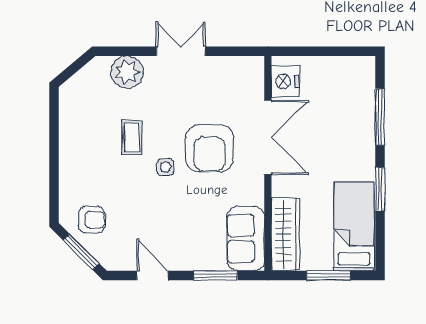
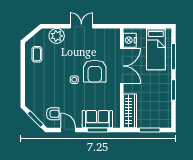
coffee table: (132, 138) -> (37, 54), moved
armchair: (91, 220) -> (53, 114), moved
bed: (354, 226) -> (156, 49), moved, turned 180
sofa: (246, 238) -> (97, 119), moved, turned 90

